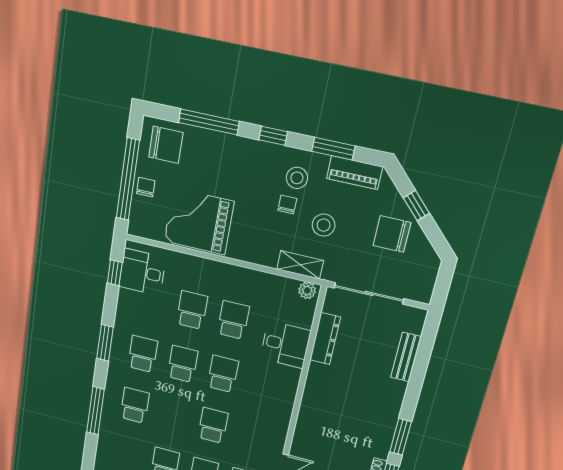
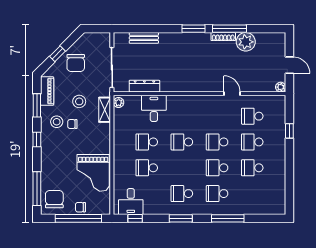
window: (209, 122) -> (37, 189), moved
school desk: (183, 364) -> (217, 168), moved

